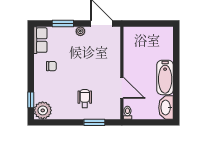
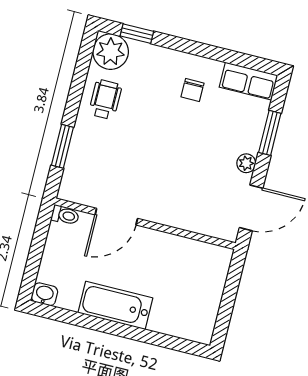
wheelchair: (85, 99) -> (105, 99), moved, turned -90
washbasin: (166, 108) -> (45, 294), width x0.52, depth x0.69

